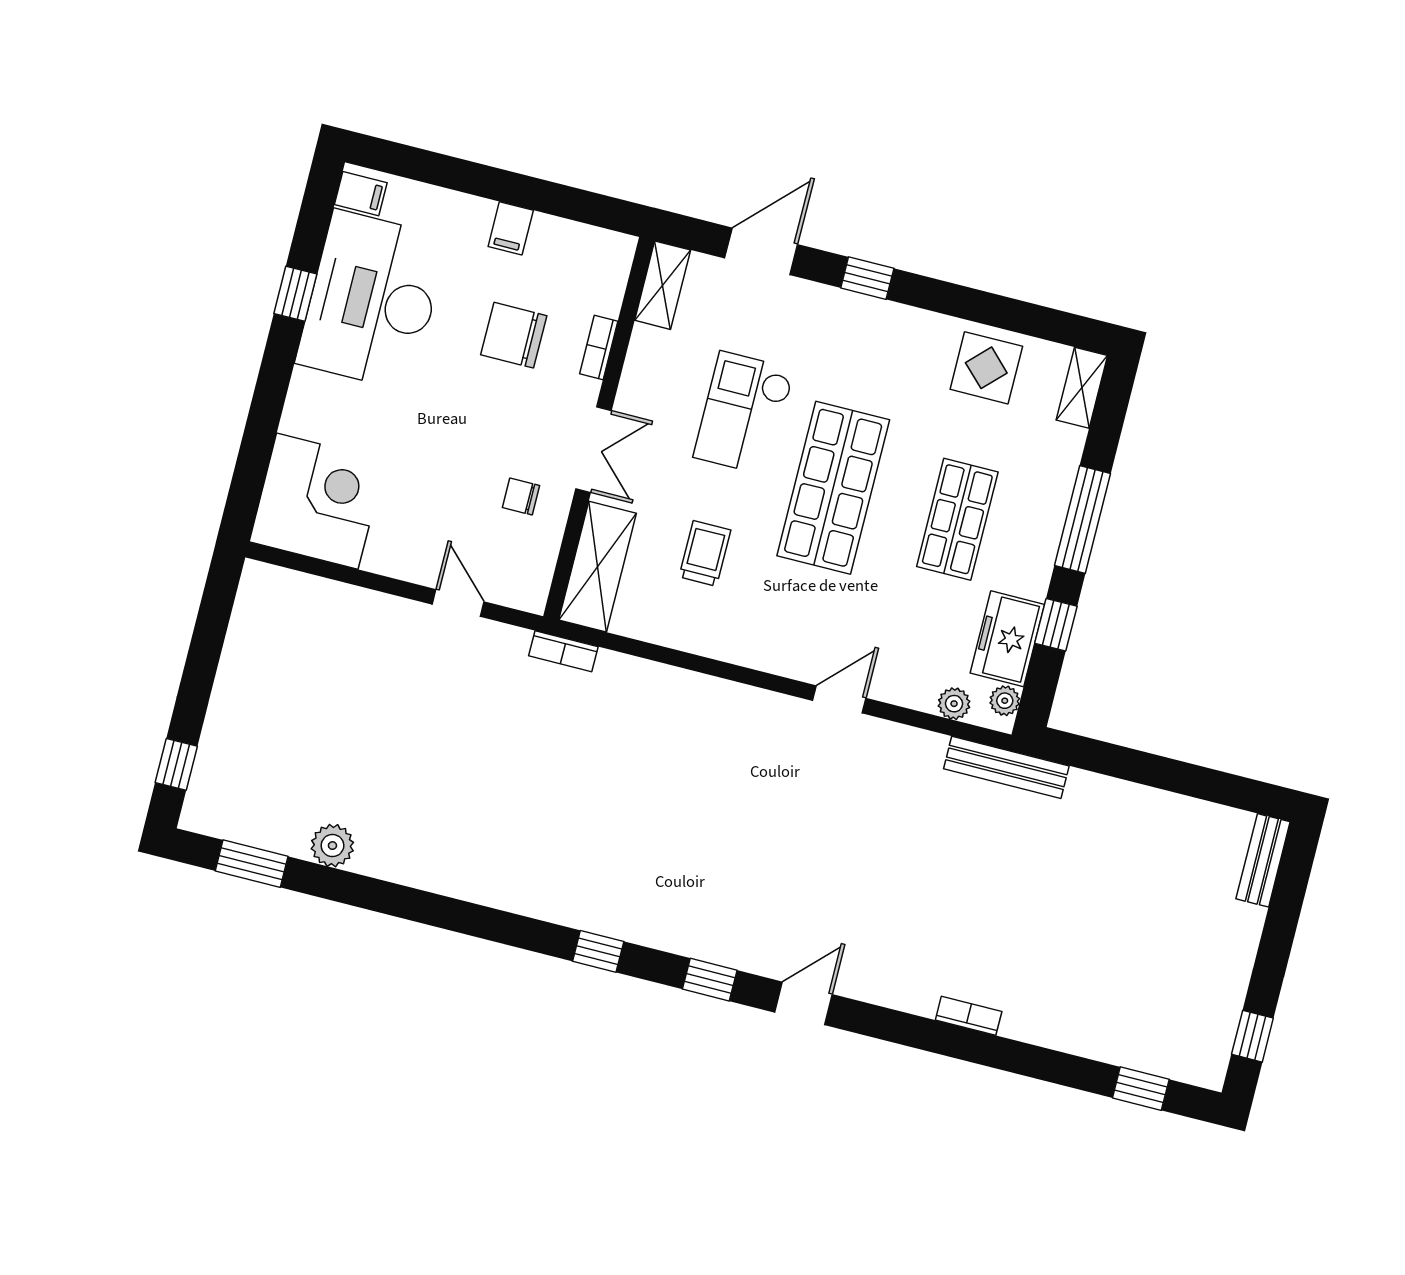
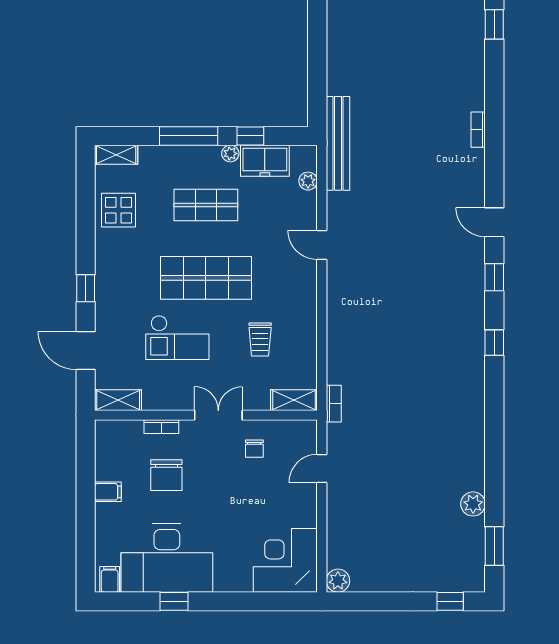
trolley: (705, 553) -> (260, 339), turned -90
shelving: (598, 567) -> (294, 400), width x0.67, depth x0.75
plant: (260, 582) -> (338, 581), added
plant: (1005, 701) -> (230, 154), moved
bench: (1006, 767) -> (338, 143), width x1.37, depth x1.21

